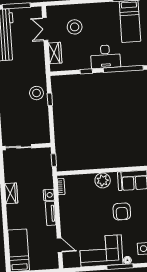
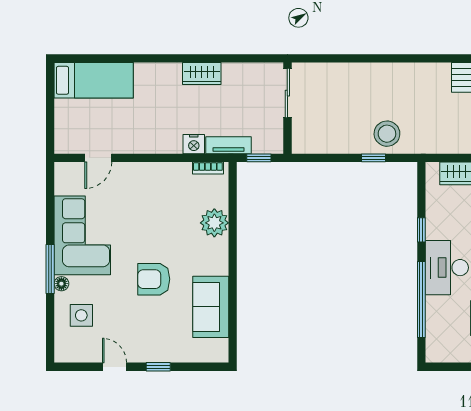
plant: (103, 180) -> (214, 223), moved
tv unit: (51, 213) -> (228, 145), moved

